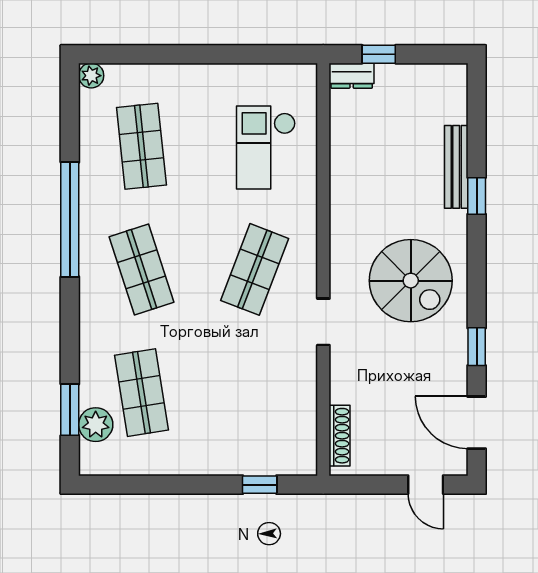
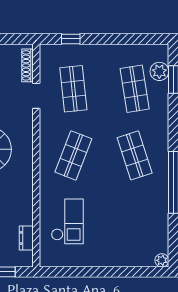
dresser: (352, 76) -> (26, 238), moved, turned -90
shop shelf: (141, 146) -> (73, 89), moved
doorway: (323, 322) -> (36, 96), moved

